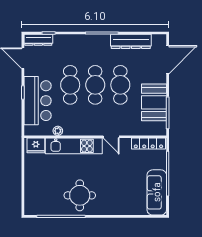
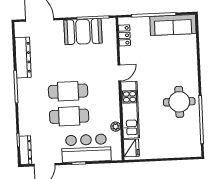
cafe table: (120, 85) -> (67, 66), removed
locker: (148, 144) -> (124, 35), width x0.66

